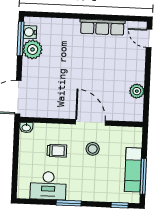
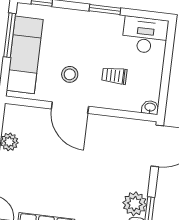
exam couch: (133, 170) -> (25, 55), width x1.36, depth x1.45
desk: (48, 186) -> (145, 35), moved

